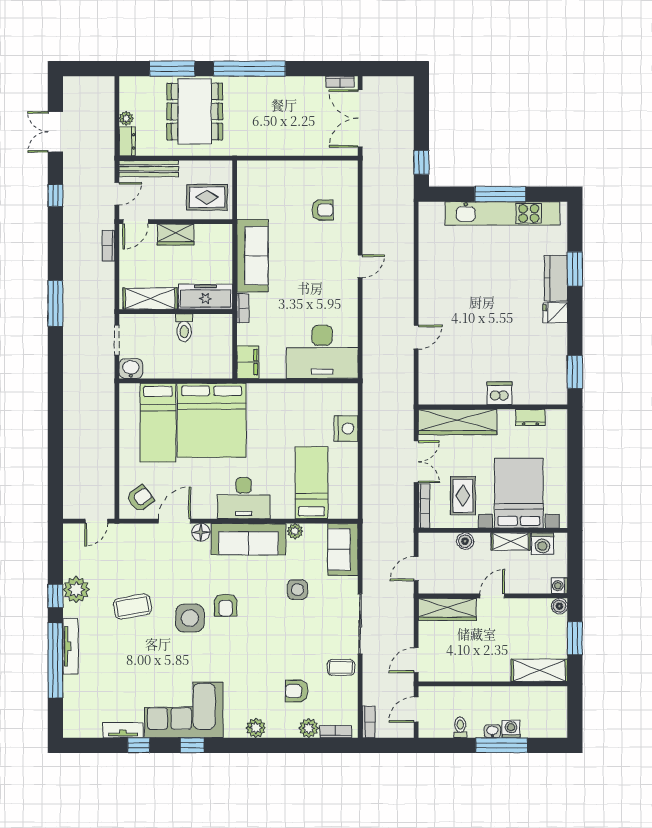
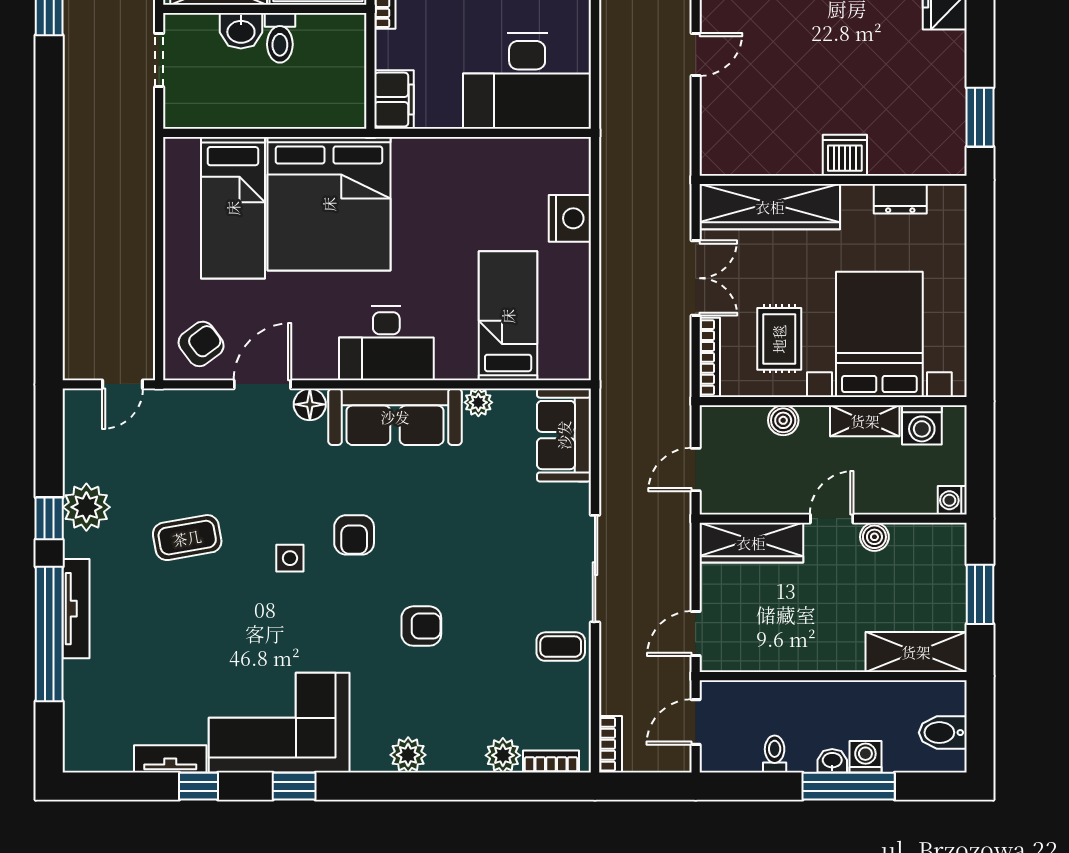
washbasin: (131, 369) -> (241, 31), moved, turned 180
side table: (297, 590) -> (483, 507), removed
boiler: (559, 606) -> (874, 537), moved
side table: (190, 618) -> (290, 558), width x0.54, depth x0.54
armchair: (297, 691) -> (421, 626), moved, turned 180
bidet: (554, 715) -> (943, 733), added

